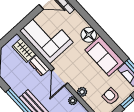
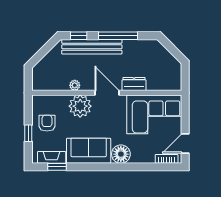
wardrobe: (24, 50) -> (160, 83), removed
plant: (82, 92) -> (80, 106), width x1.87, depth x1.87
armchair: (111, 96) -> (47, 123), turned -88

